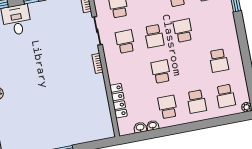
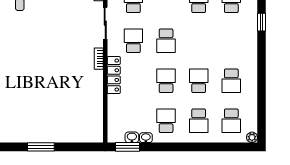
school desk: (183, 31) -> (199, 81), moved
locker: (118, 101) -> (114, 75), moved
window: (138, 137) -> (128, 147), added

